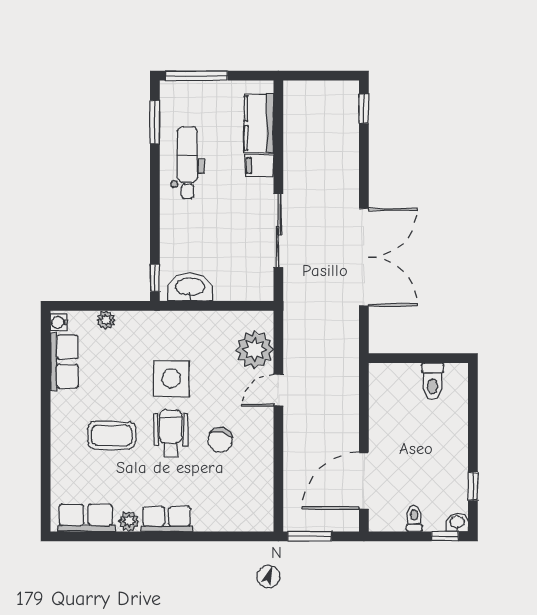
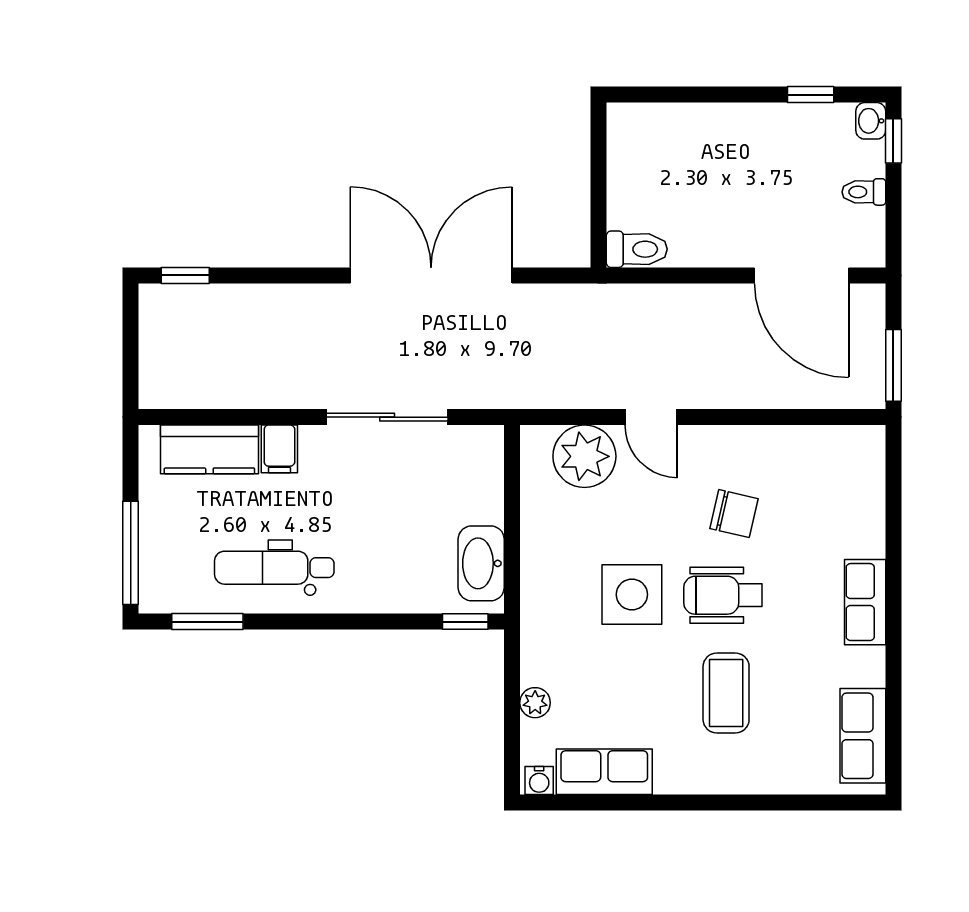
toilet: (433, 381) -> (637, 249), moved
plant: (129, 521) -> (869, 665), removed

